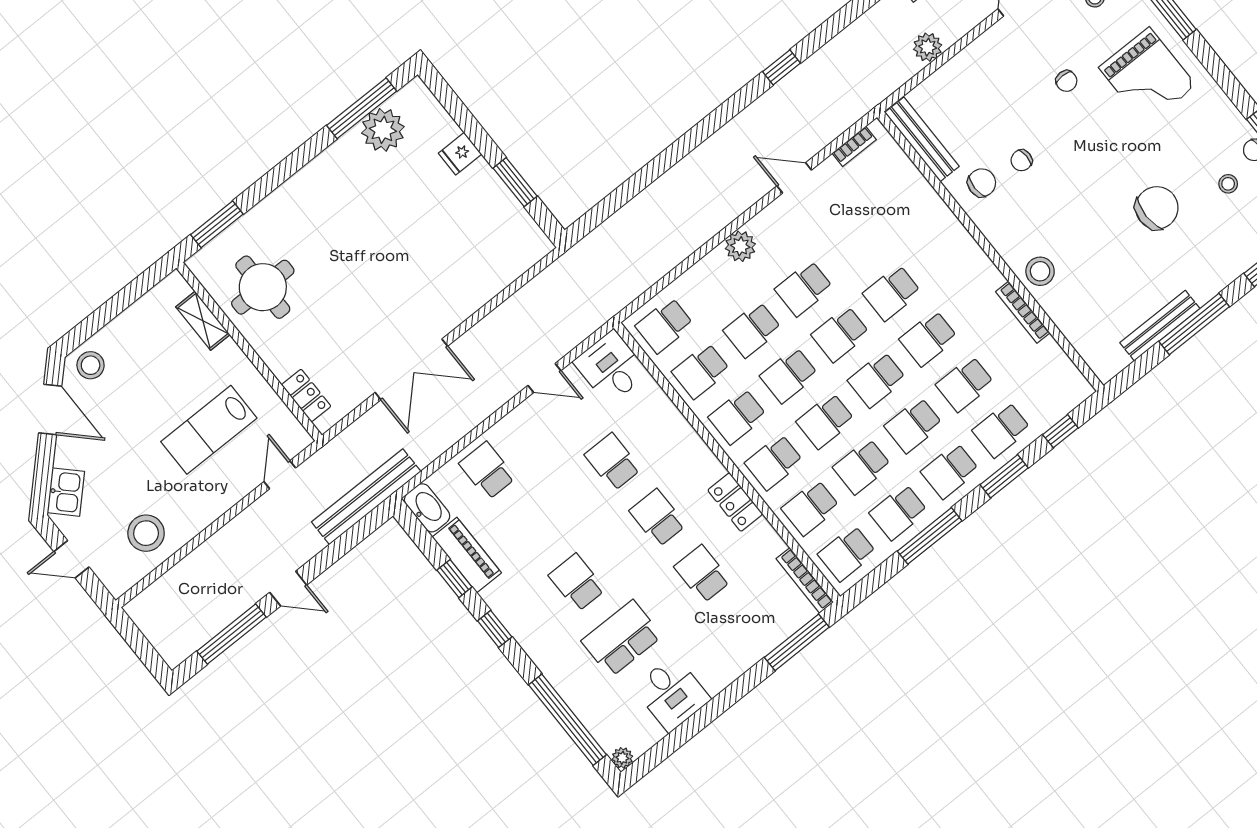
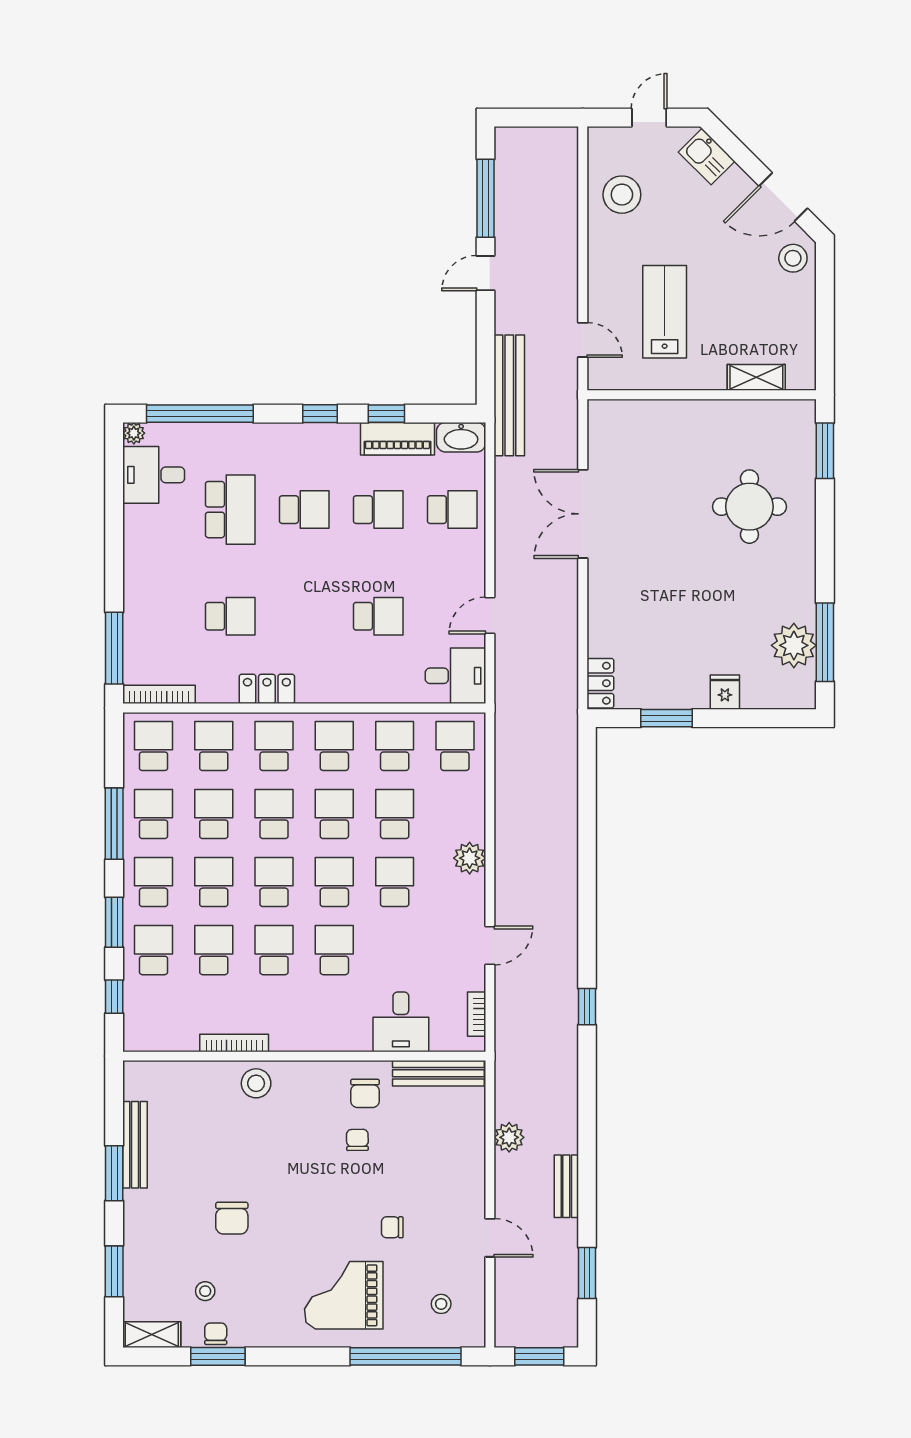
desk: (906, 199) -> (401, 1022), added
chair: (1157, 208) -> (232, 1218), width x0.73, depth x0.73
round table: (263, 287) -> (749, 507), moved
window: (1194, 324) -> (114, 1173), width x0.69
locker: (306, 395) -> (600, 683), moved, turned -90
school desk: (658, 518) -> (378, 510), moved
desk: (672, 693) -> (154, 475), moved

